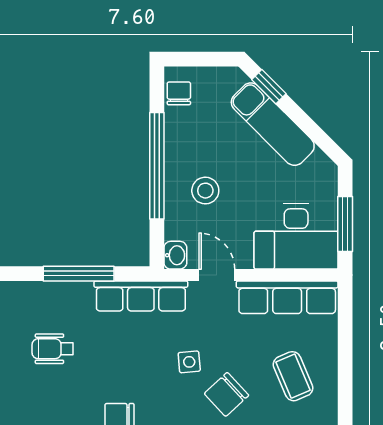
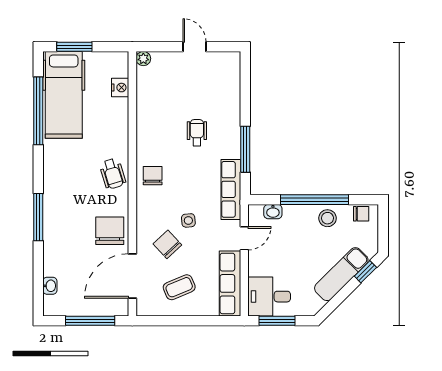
stool: (205, 191) -> (328, 218), moved
desk: (296, 236) -> (269, 297), width x0.73
washbasin: (175, 255) -> (273, 212), moved

